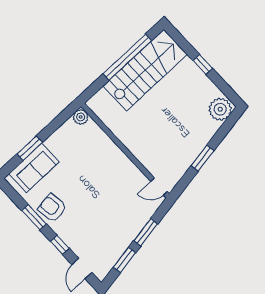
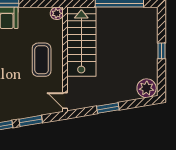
stairs: (145, 70) -> (81, 42), moved, turned -90
coffee table: (105, 170) -> (42, 60), added

